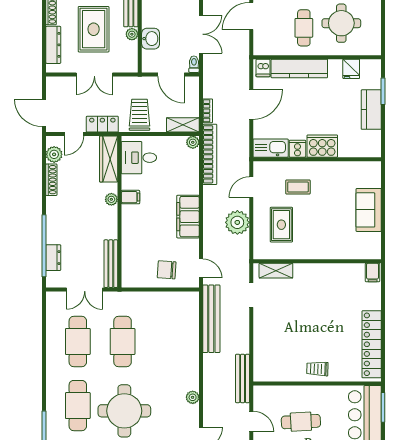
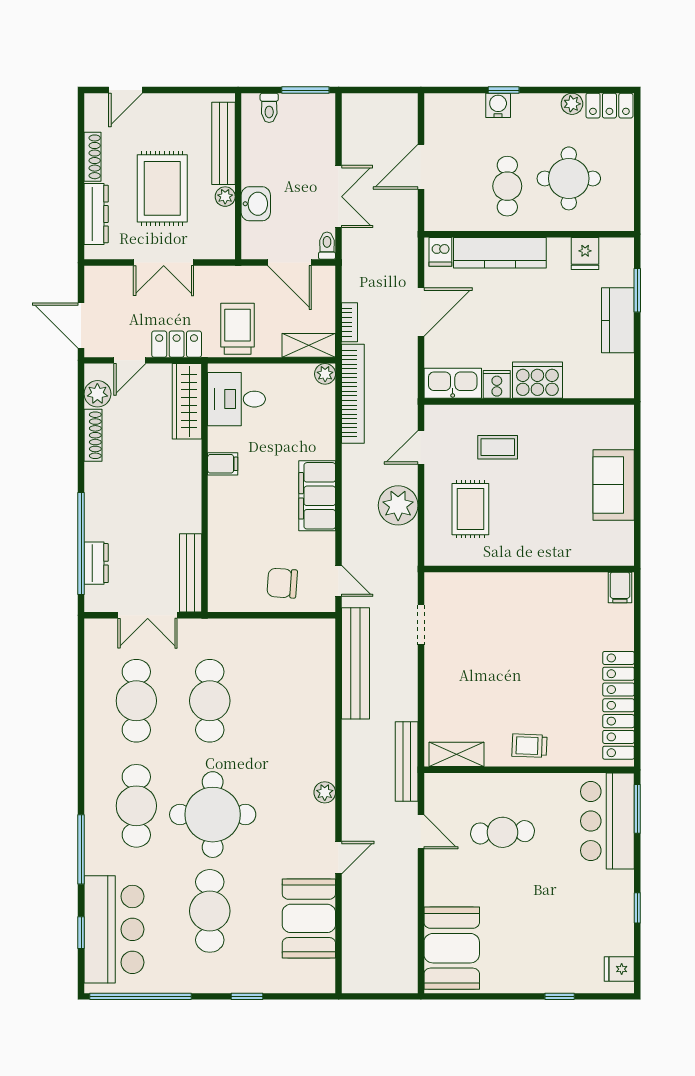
plant: (111, 199) -> (191, 467), removed
shelving: (276, 271) -> (456, 754), moved

